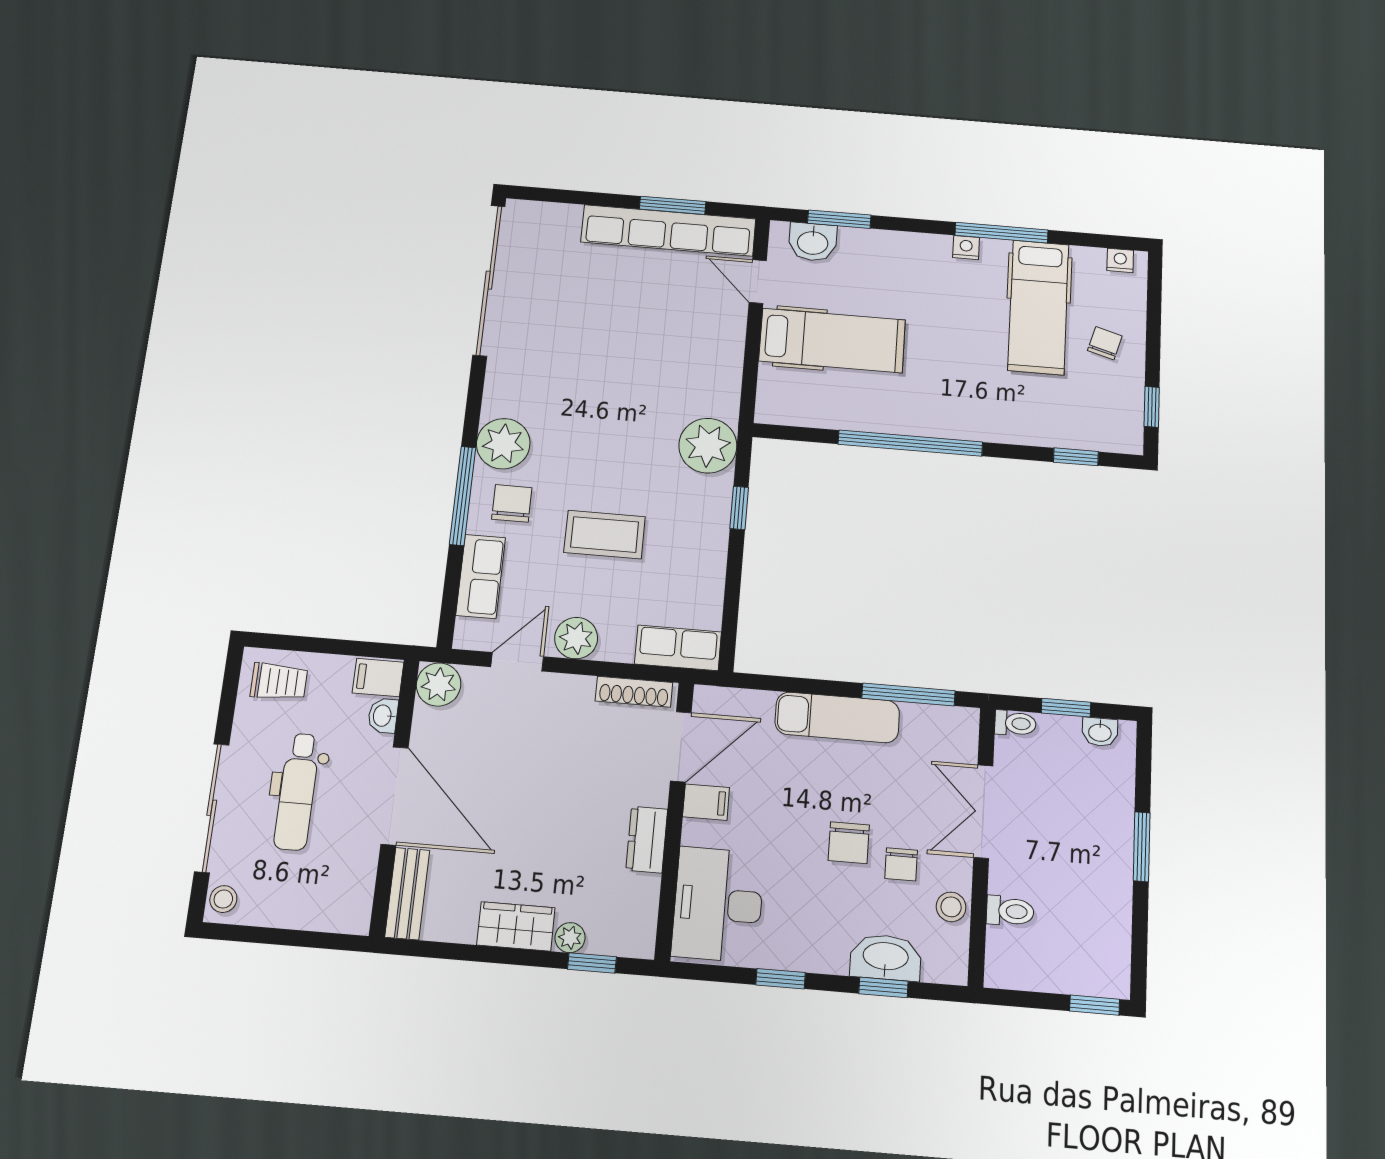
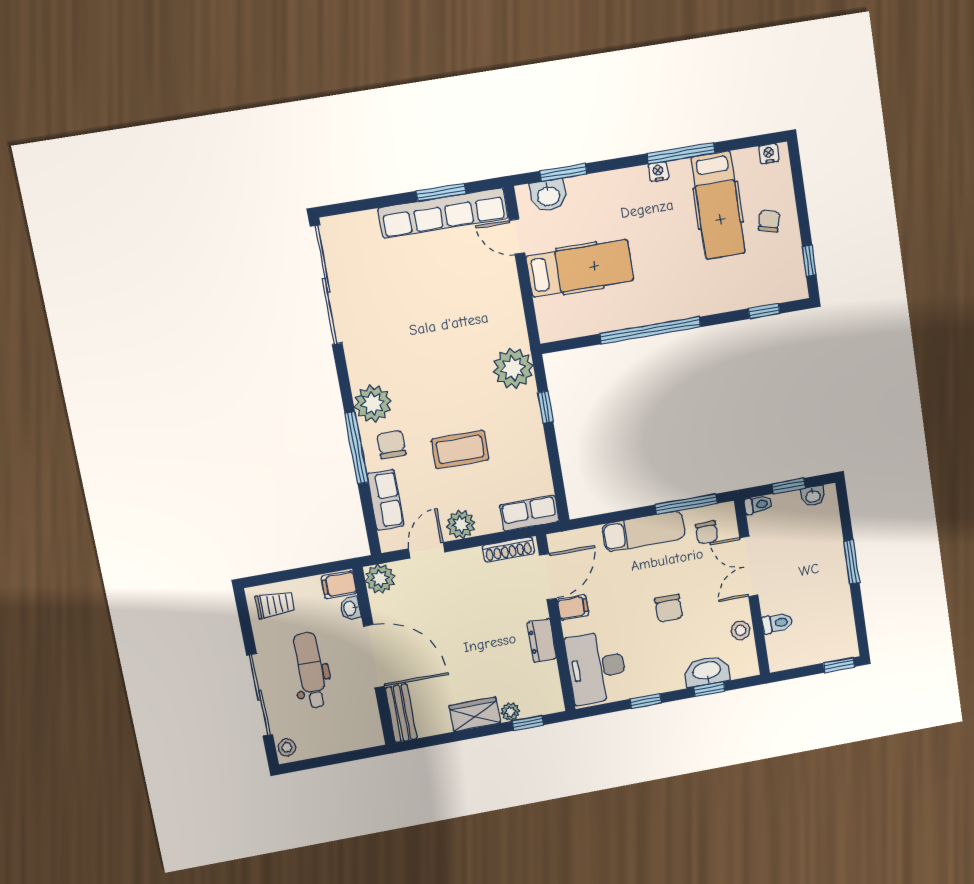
dental chair: (297, 791) -> (311, 670), turned 180
chair: (901, 864) -> (707, 532), moved

